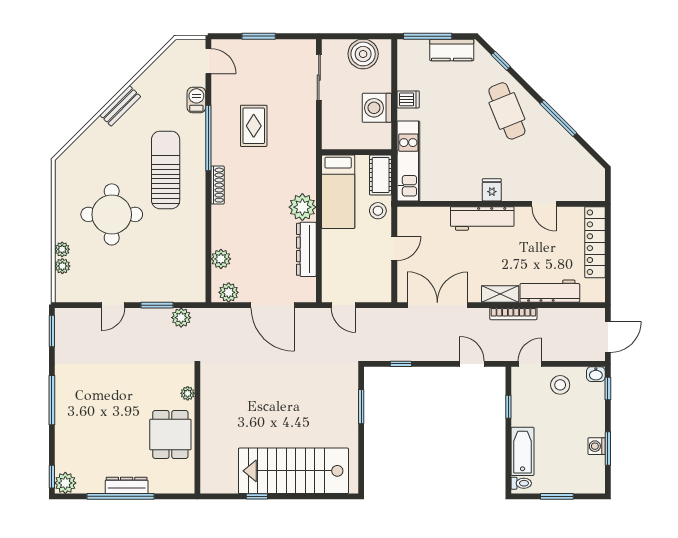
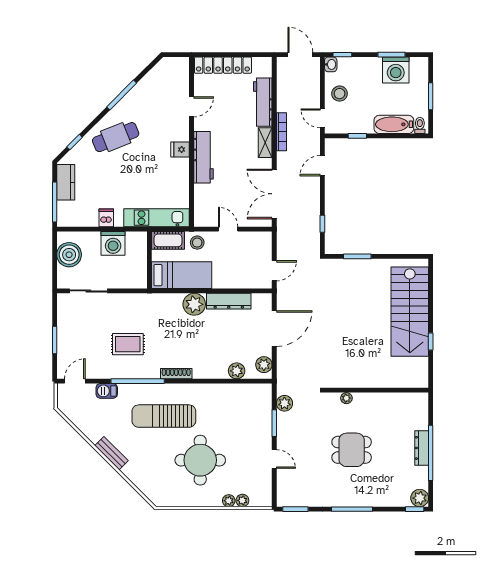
dining table: (170, 434) -> (352, 450), moved
washing machine: (597, 446) -> (396, 70), width x1.89, depth x1.89

